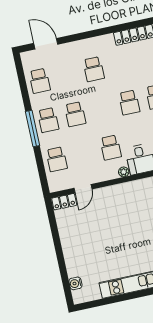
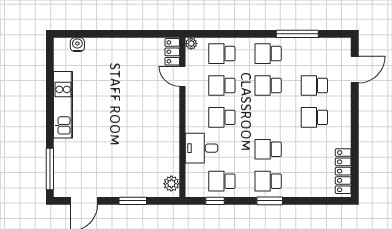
school desk: (40, 81) -> (314, 85), moved
window: (32, 129) -> (297, 34), moved
school desk: (84, 153) -> (222, 85), added
plant: (124, 172) -> (191, 44), moved

